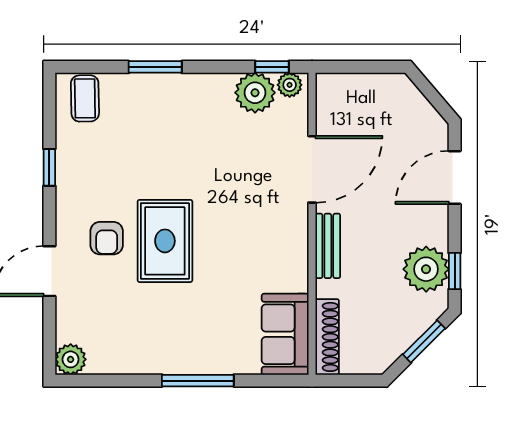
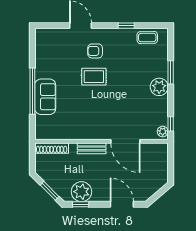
plant: (255, 93) -> (159, 87), moved
coffee table: (85, 98) -> (147, 38), moved
rug: (165, 241) -> (94, 77), width x0.73, depth x0.70
sofa: (285, 334) -> (45, 97), moved, turned 90
plant: (71, 359) -> (42, 35), removed
window: (198, 381) -> (32, 91), width x1.46

